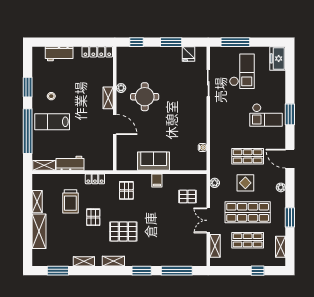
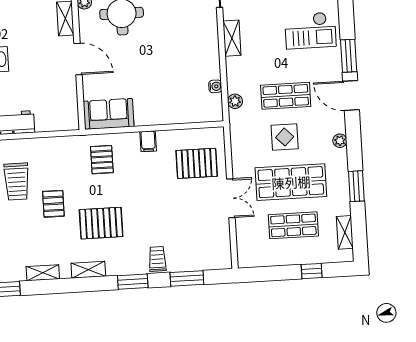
window: (290, 114) -> (349, 56), moved
sofa: (154, 161) -> (109, 114), moved
locker: (95, 179) -> (52, 144), removed
plant: (215, 183) -> (235, 101), moved
pallet: (187, 197) -> (197, 163), width x1.50, depth x1.42
double door: (208, 220) -> (231, 198), swing flipped
shelving: (215, 246) -> (232, 38), moved
trolley: (158, 257) -> (157, 259), added
window: (177, 271) -> (187, 278), width x0.69

